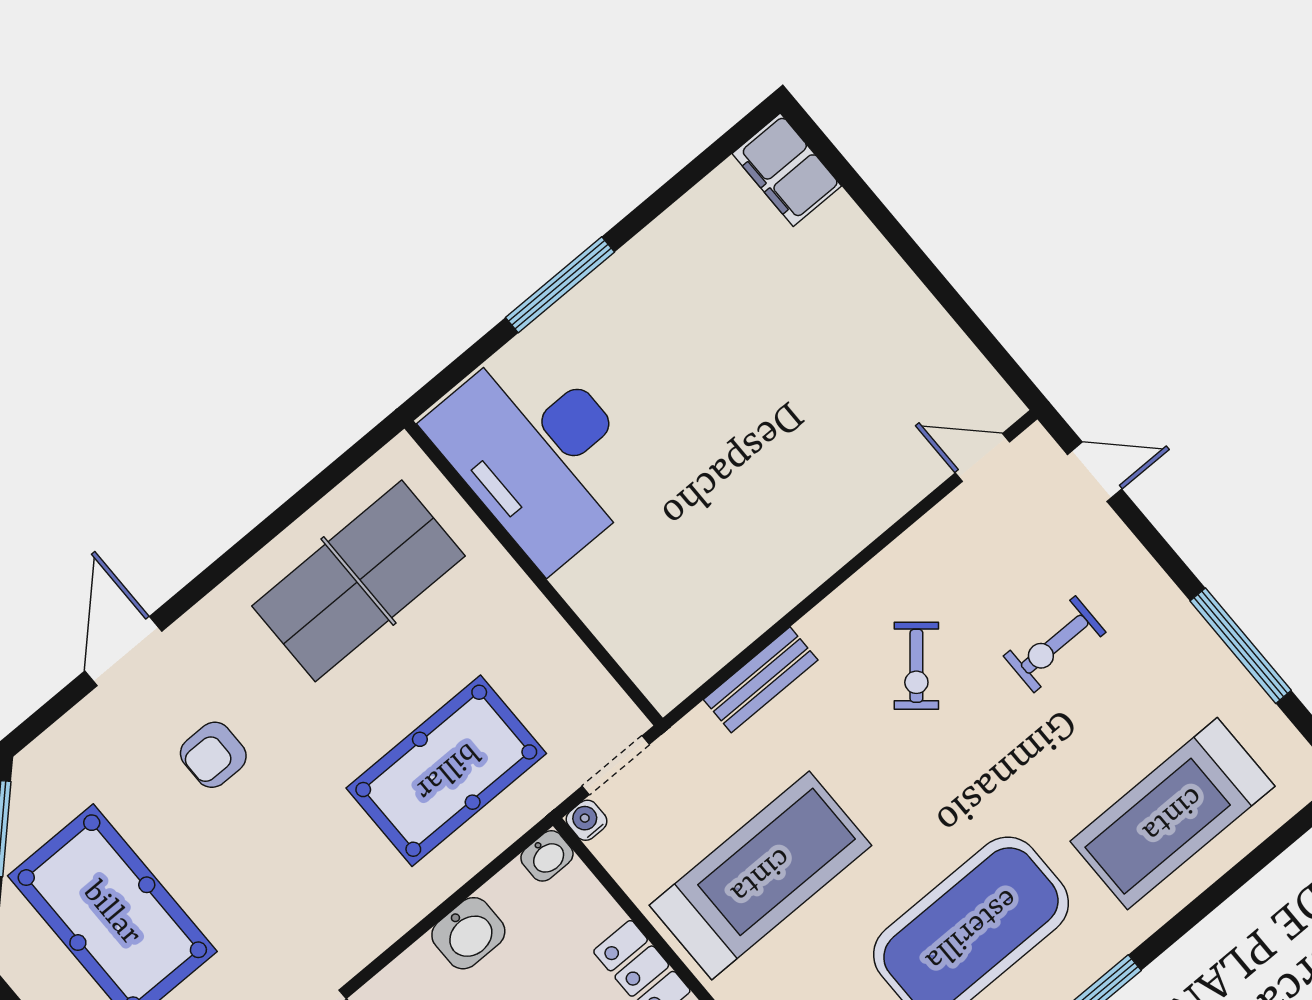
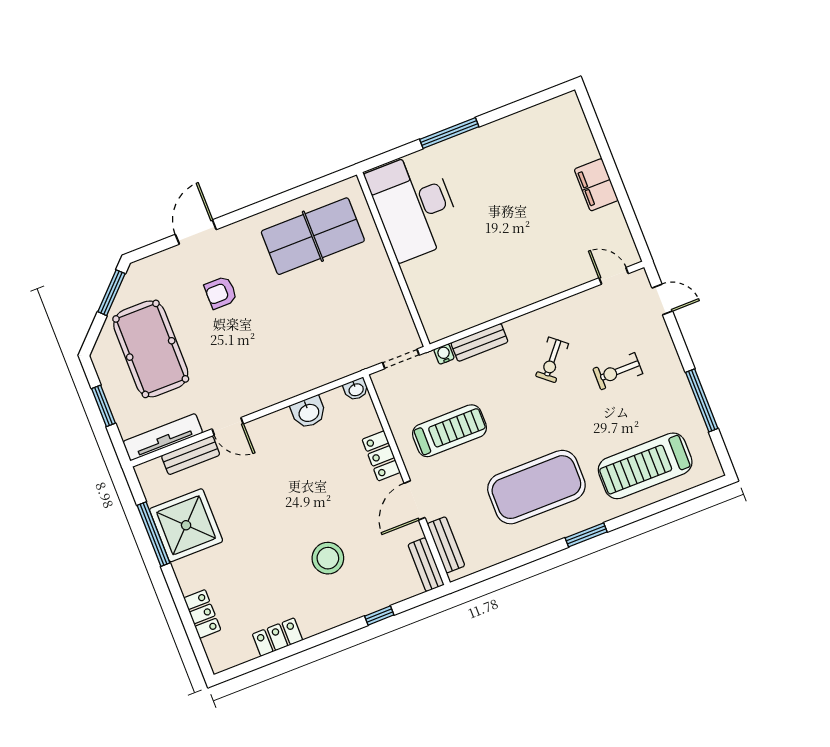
filing cabinet: (787, 170) -> (596, 185), moved
pool table: (446, 771) -> (323, 335), removed
water cooler: (587, 820) -> (444, 354), moved
treadmill: (760, 875) -> (449, 431), width x0.73, depth x0.73

